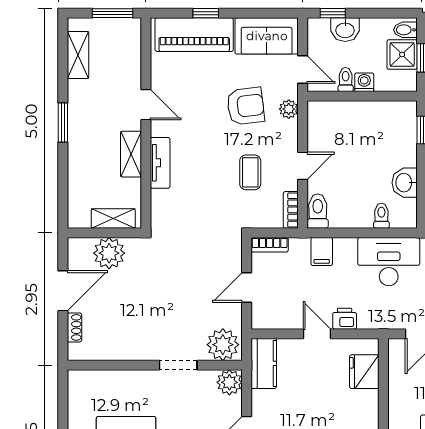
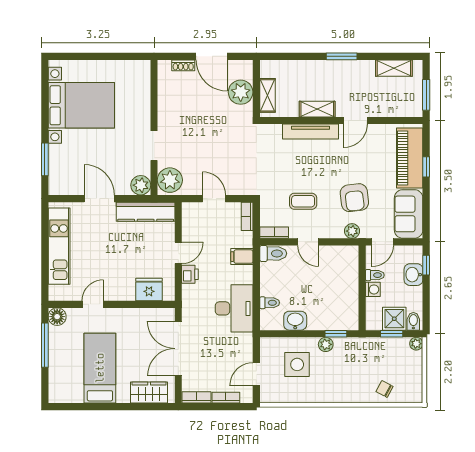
tv unit: (160, 163) -> (310, 132), width x1.41
kitchen counter: (264, 363) -> (146, 212), width x1.50

